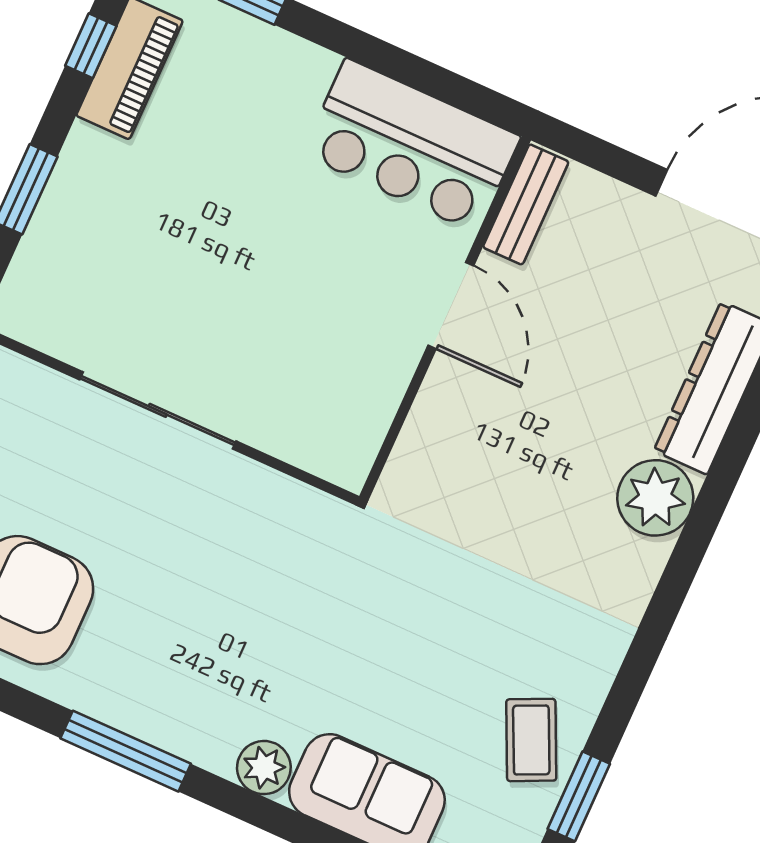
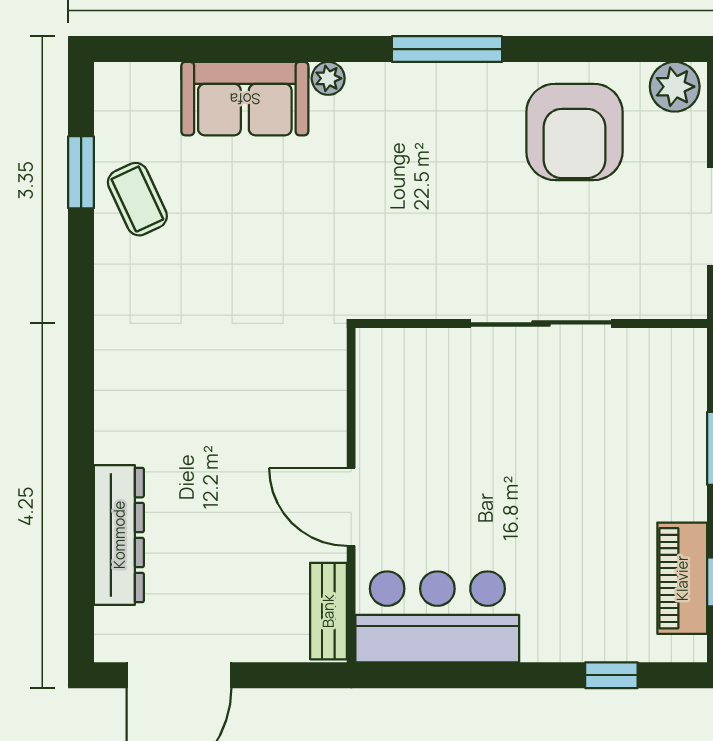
plant: (655, 498) -> (126, 430), removed
plant: (264, 768) -> (328, 78), width x0.73, depth x0.73

